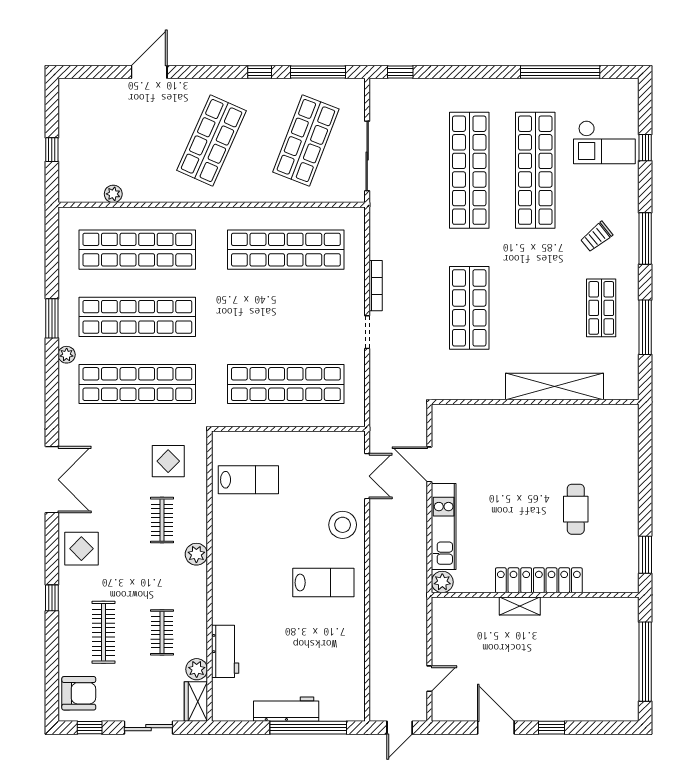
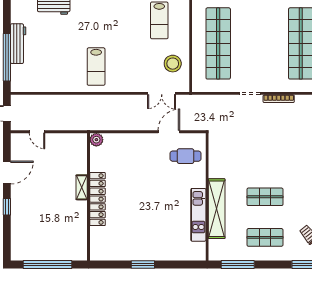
shop shelf: (469, 308) -> (265, 197), moved, width x0.70, depth x0.74
window: (645, 327) -> (238, 264), moved
cafe table: (576, 509) -> (186, 156), moved
stool: (343, 525) -> (173, 64), moved
kitchen unit: (444, 526) -> (198, 215), moved, turned 90
window: (645, 555) -> (143, 264), moved

